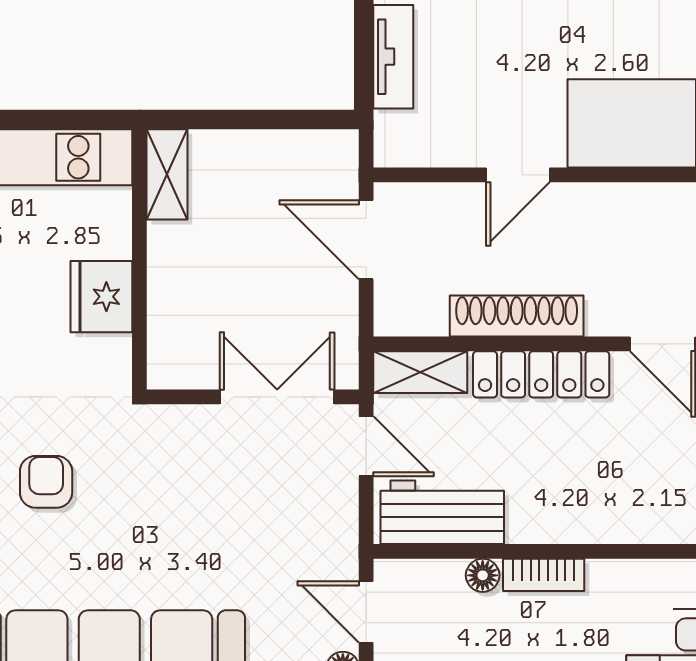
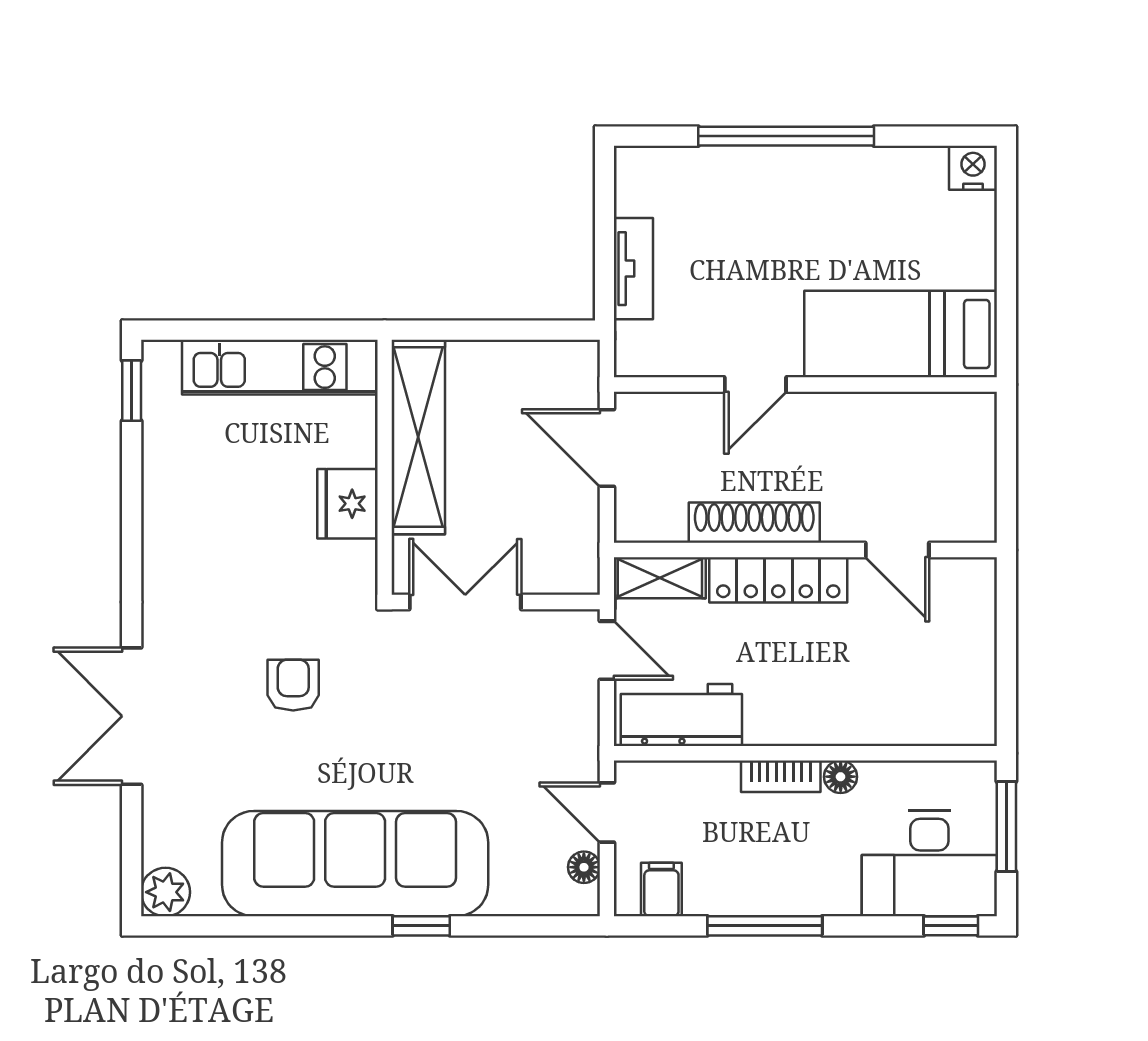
shelving: (167, 174) -> (418, 437), width x2.20, depth x1.33
double door: (277, 397) -> (465, 602), moved
floor lamp: (483, 575) -> (841, 777), moved

